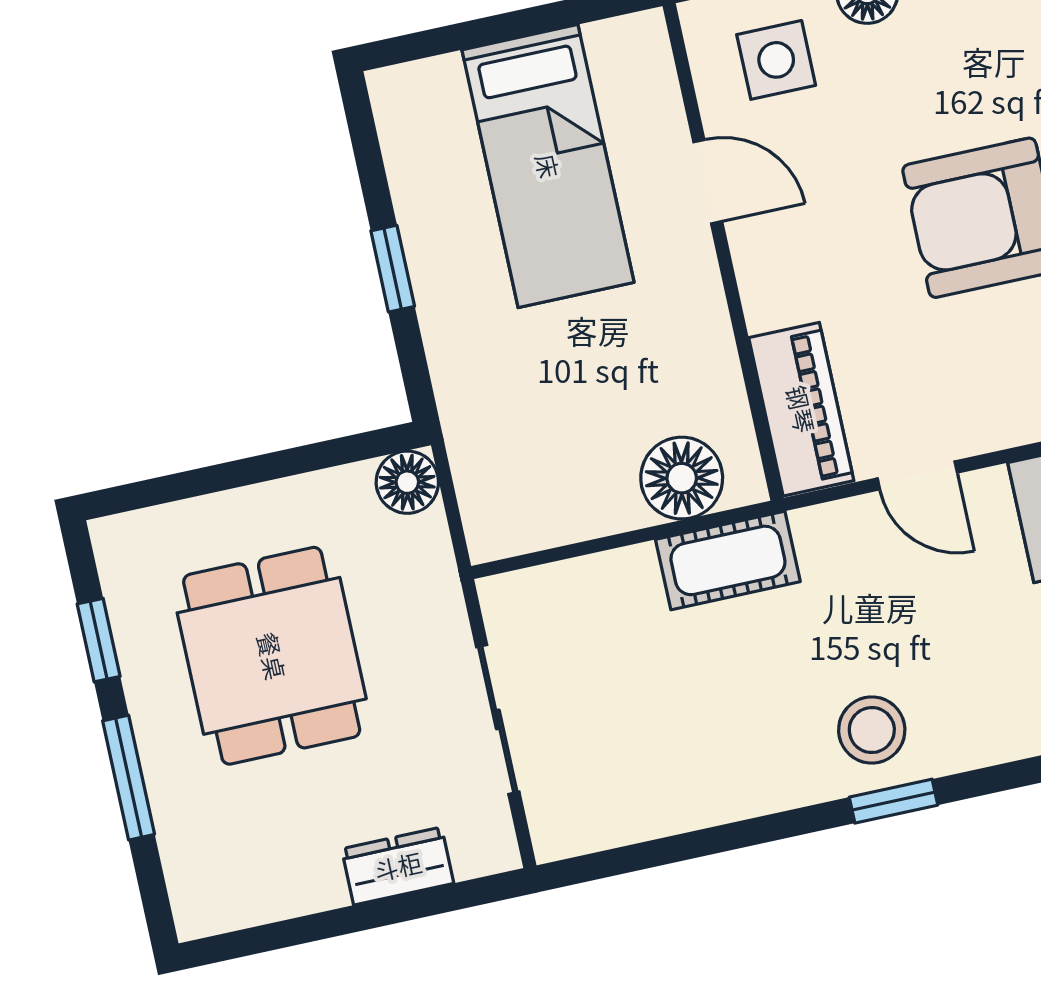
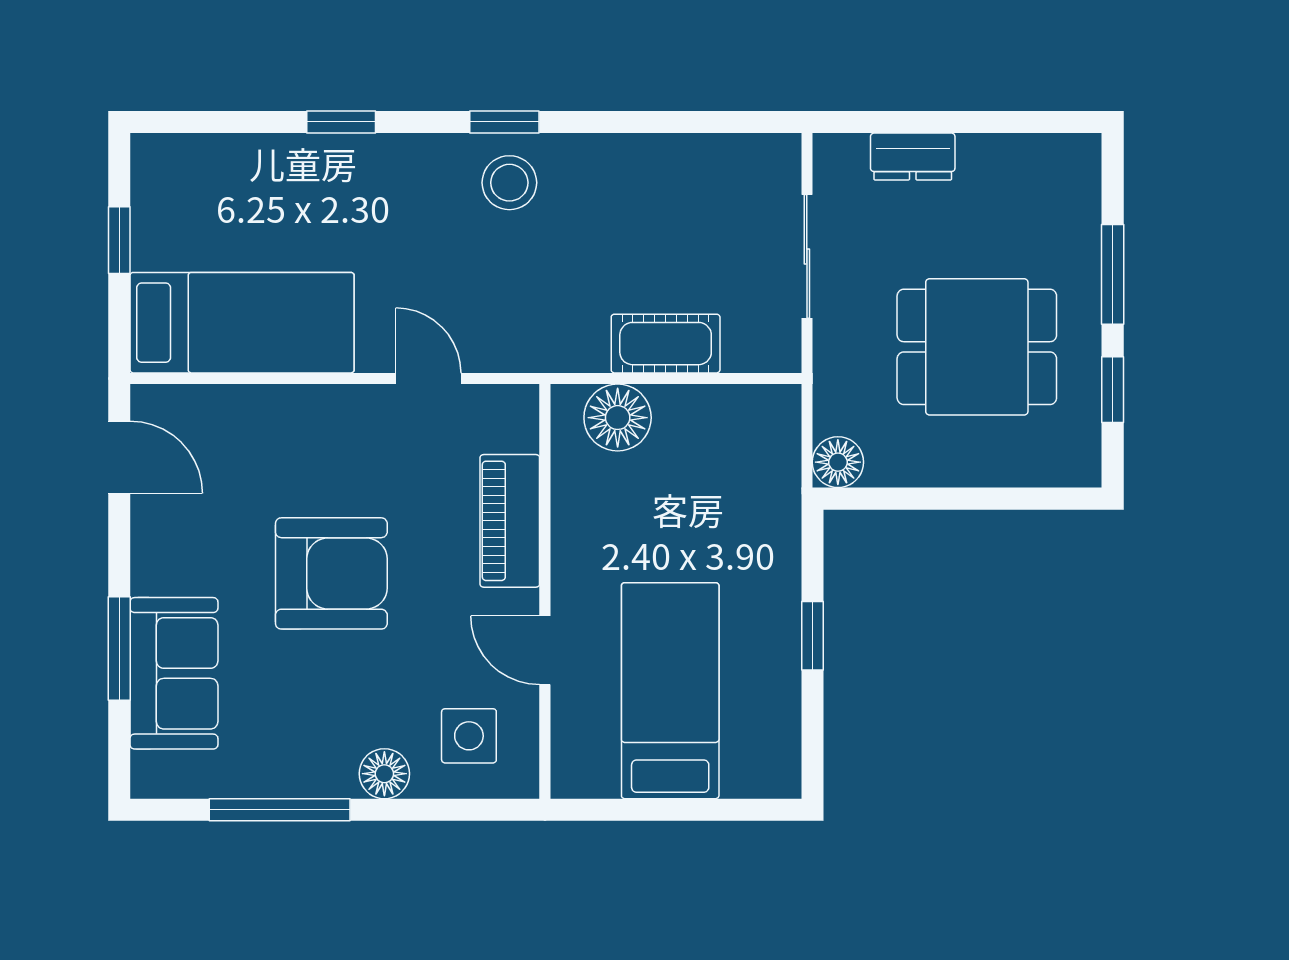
piano: (801, 409) -> (510, 521), moved
cot: (728, 560) -> (666, 344), moved
dining table: (272, 656) -> (977, 347), turned 90

